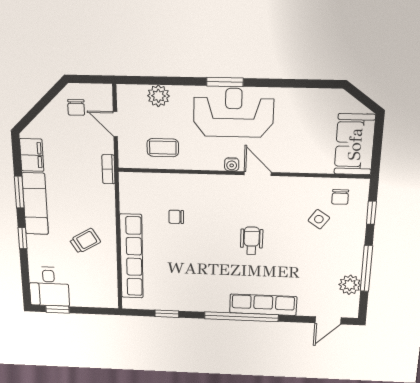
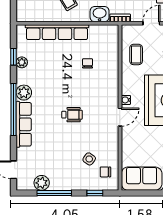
washbasin: (104, 198) -> (100, 14), added
plant: (218, 303) -> (24, 93), added
plant: (175, 304) -> (22, 62), added

